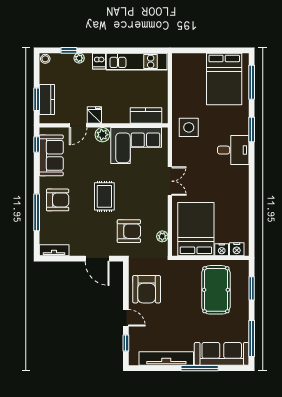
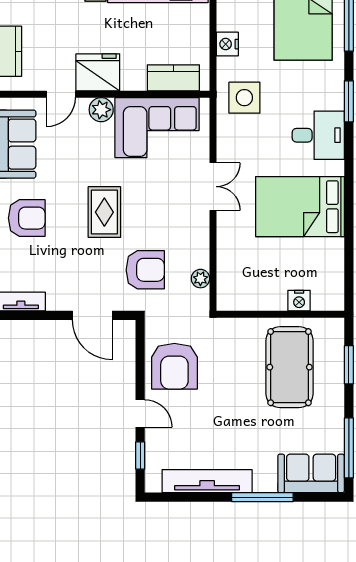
fridge: (94, 115) -> (98, 72), width x1.88, depth x1.34
bed: (196, 229) -> (300, 207), moved, turned -90
nightstand: (237, 249) -> (227, 44), moved, turned 90
sofa: (222, 354) -> (311, 473), width x0.73

